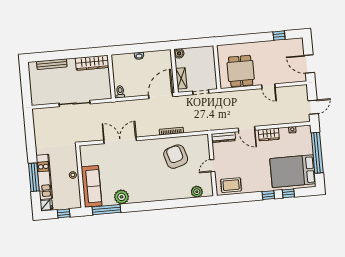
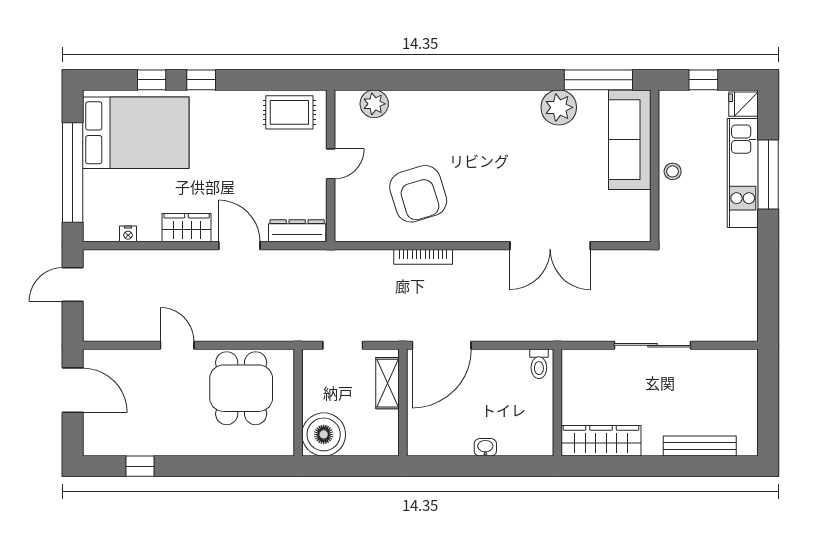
boiler: (179, 53) -> (324, 434), moved, width x1.86, depth x1.86

